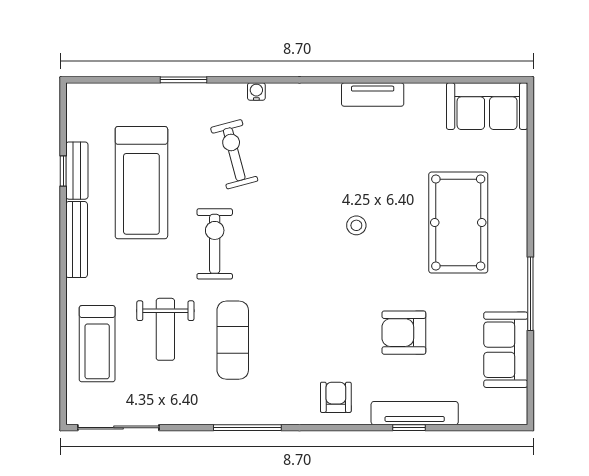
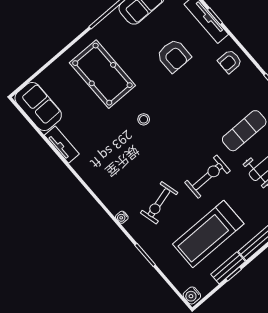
water cooler: (81, 95) -> (192, 295), added
tv unit: (373, 95) -> (62, 145), moved
treadmill: (141, 183) -> (208, 234), turned 180
pool table: (458, 223) -> (102, 74), turned 90
exercise bike: (215, 244) -> (207, 177), turned 180

